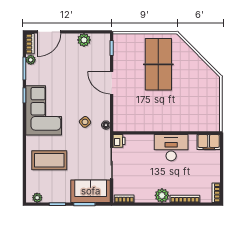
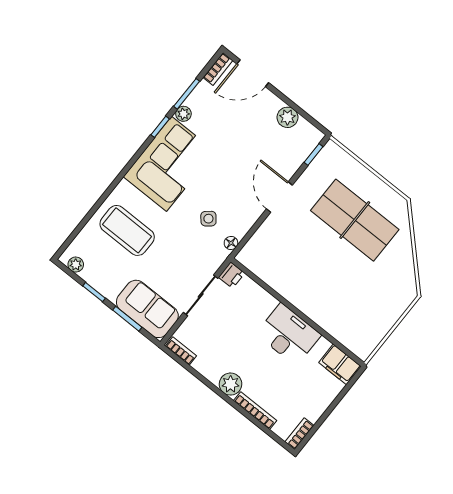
plant: (31, 60) -> (183, 114), moved
table tennis table: (158, 64) -> (355, 220), turned 90

